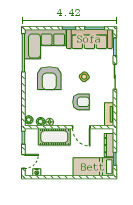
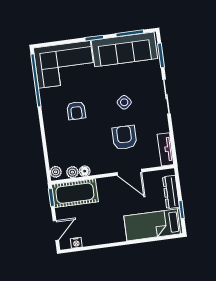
armchair: (49, 78) -> (76, 111), width x0.53, depth x0.53
armchair: (81, 102) -> (124, 138), turned -90
cot: (54, 137) -> (75, 193), moved

